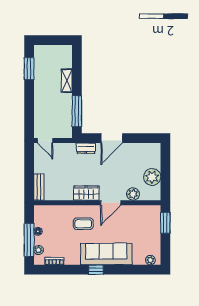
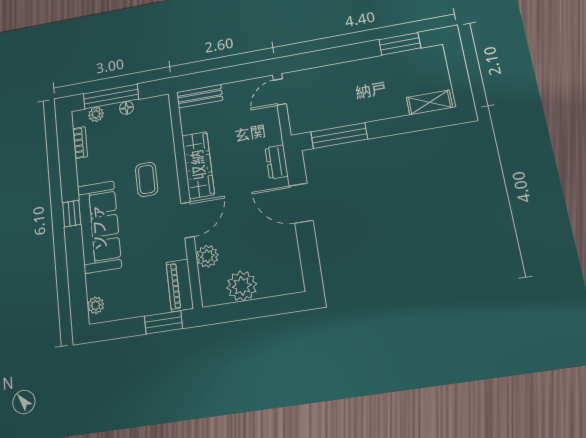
shelving: (67, 81) -> (430, 102), moved
wardrobe: (86, 193) -> (198, 165), width x1.50
door: (111, 203) -> (188, 220), swing flipped
piano: (147, 211) -> (180, 285), added

